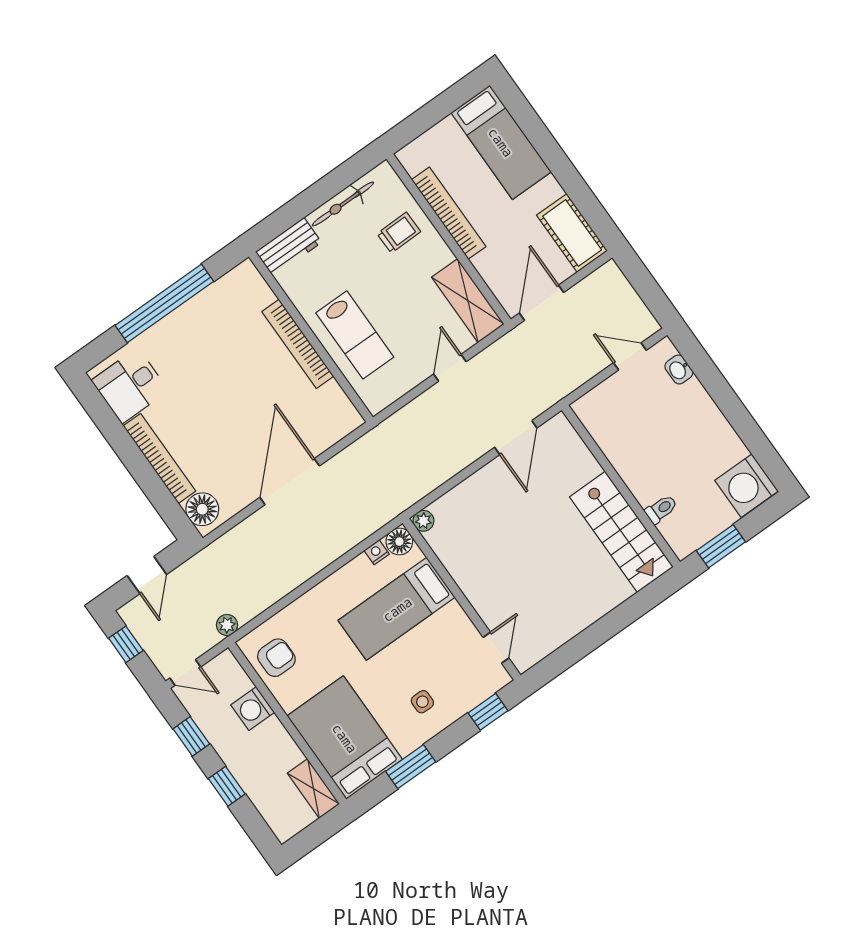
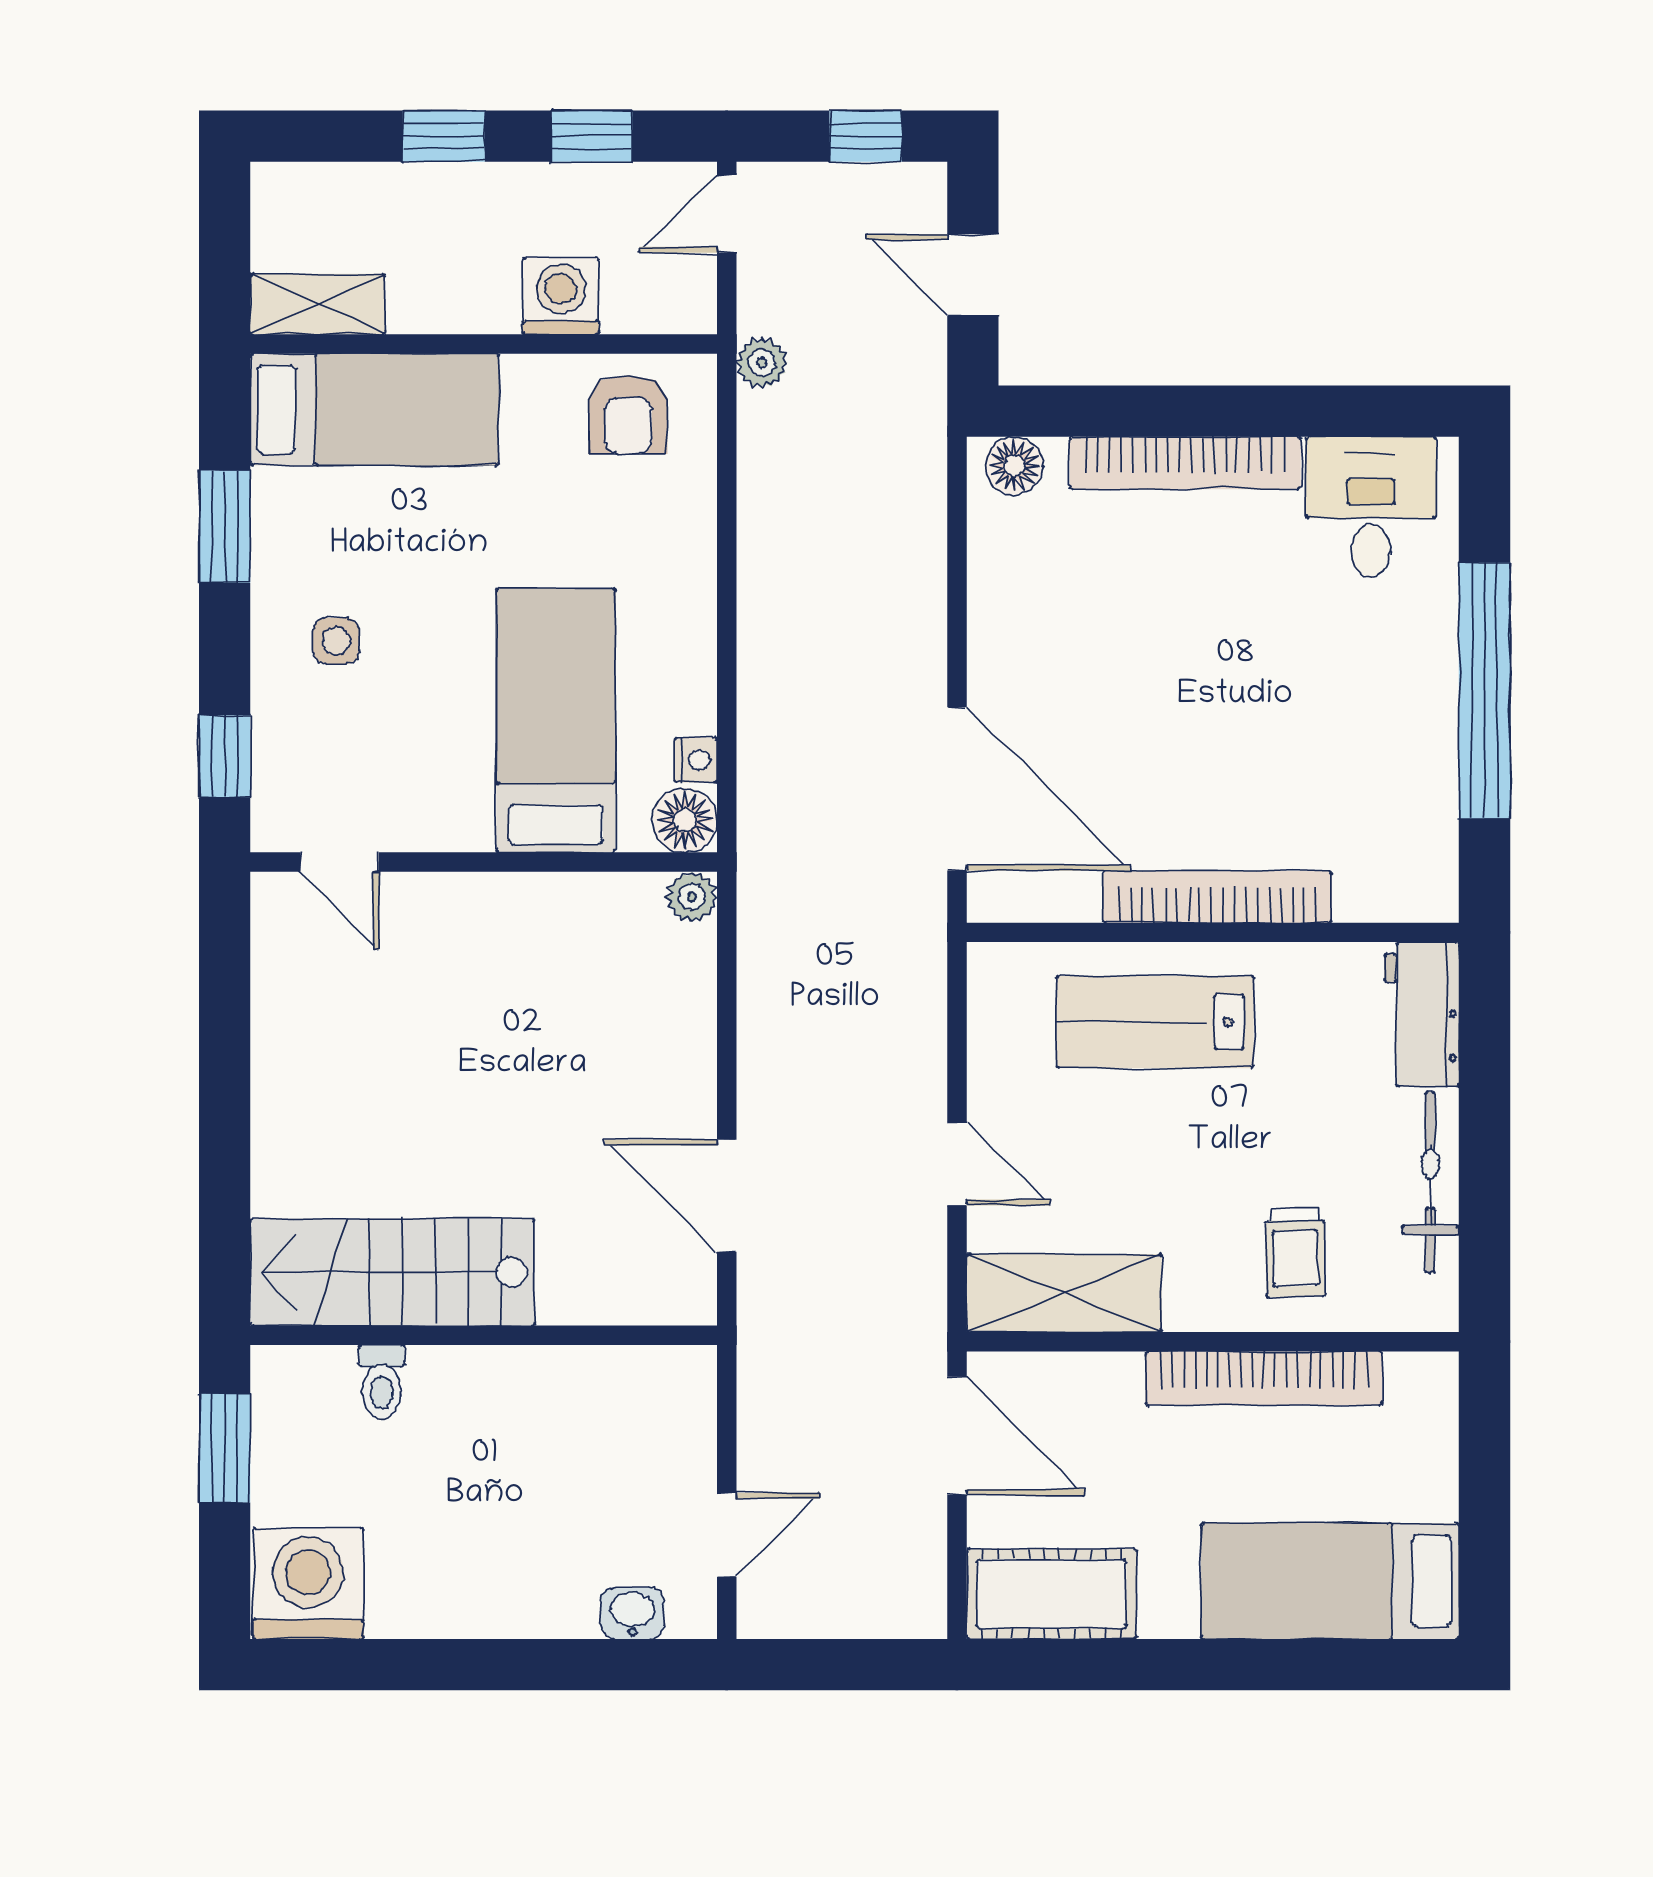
door: (290, 482) -> (957, 789), moved
floor lamp: (202, 509) -> (1014, 466), width x0.73, depth x0.73
bed: (345, 738) -> (374, 409), width x0.67

